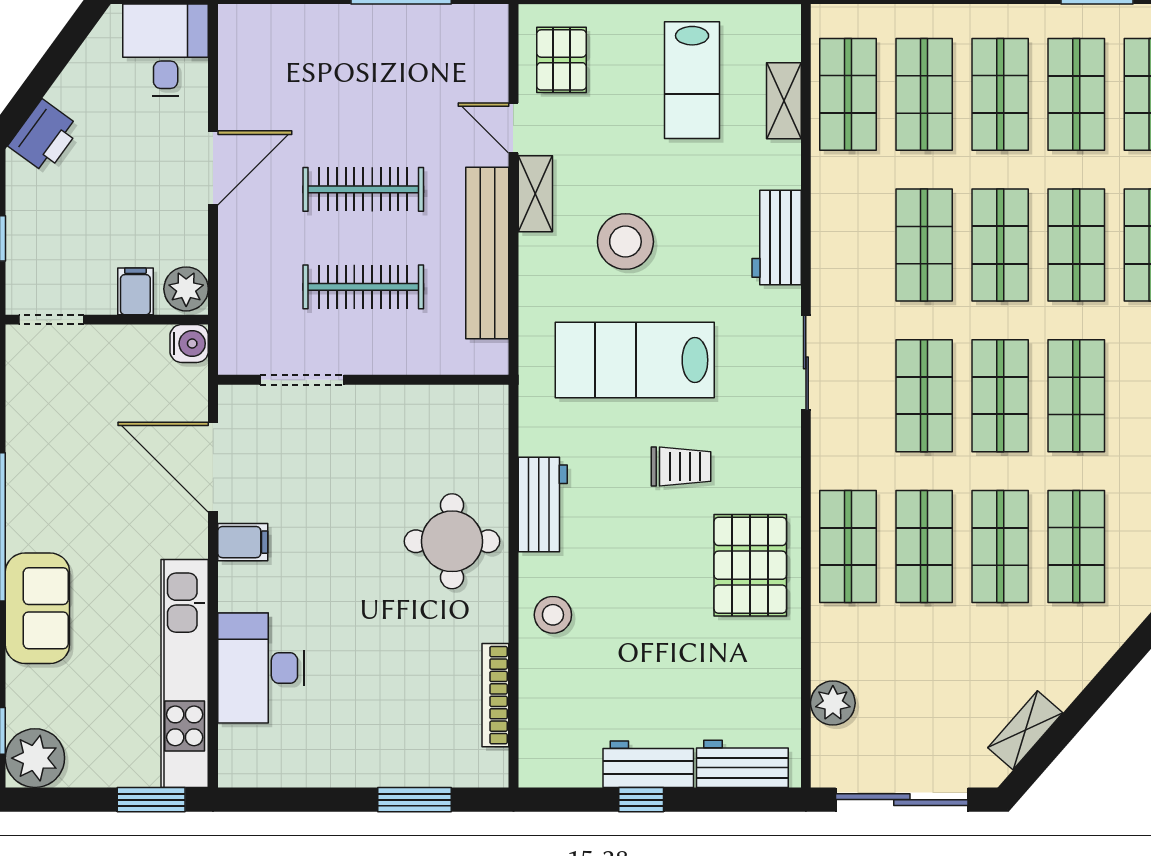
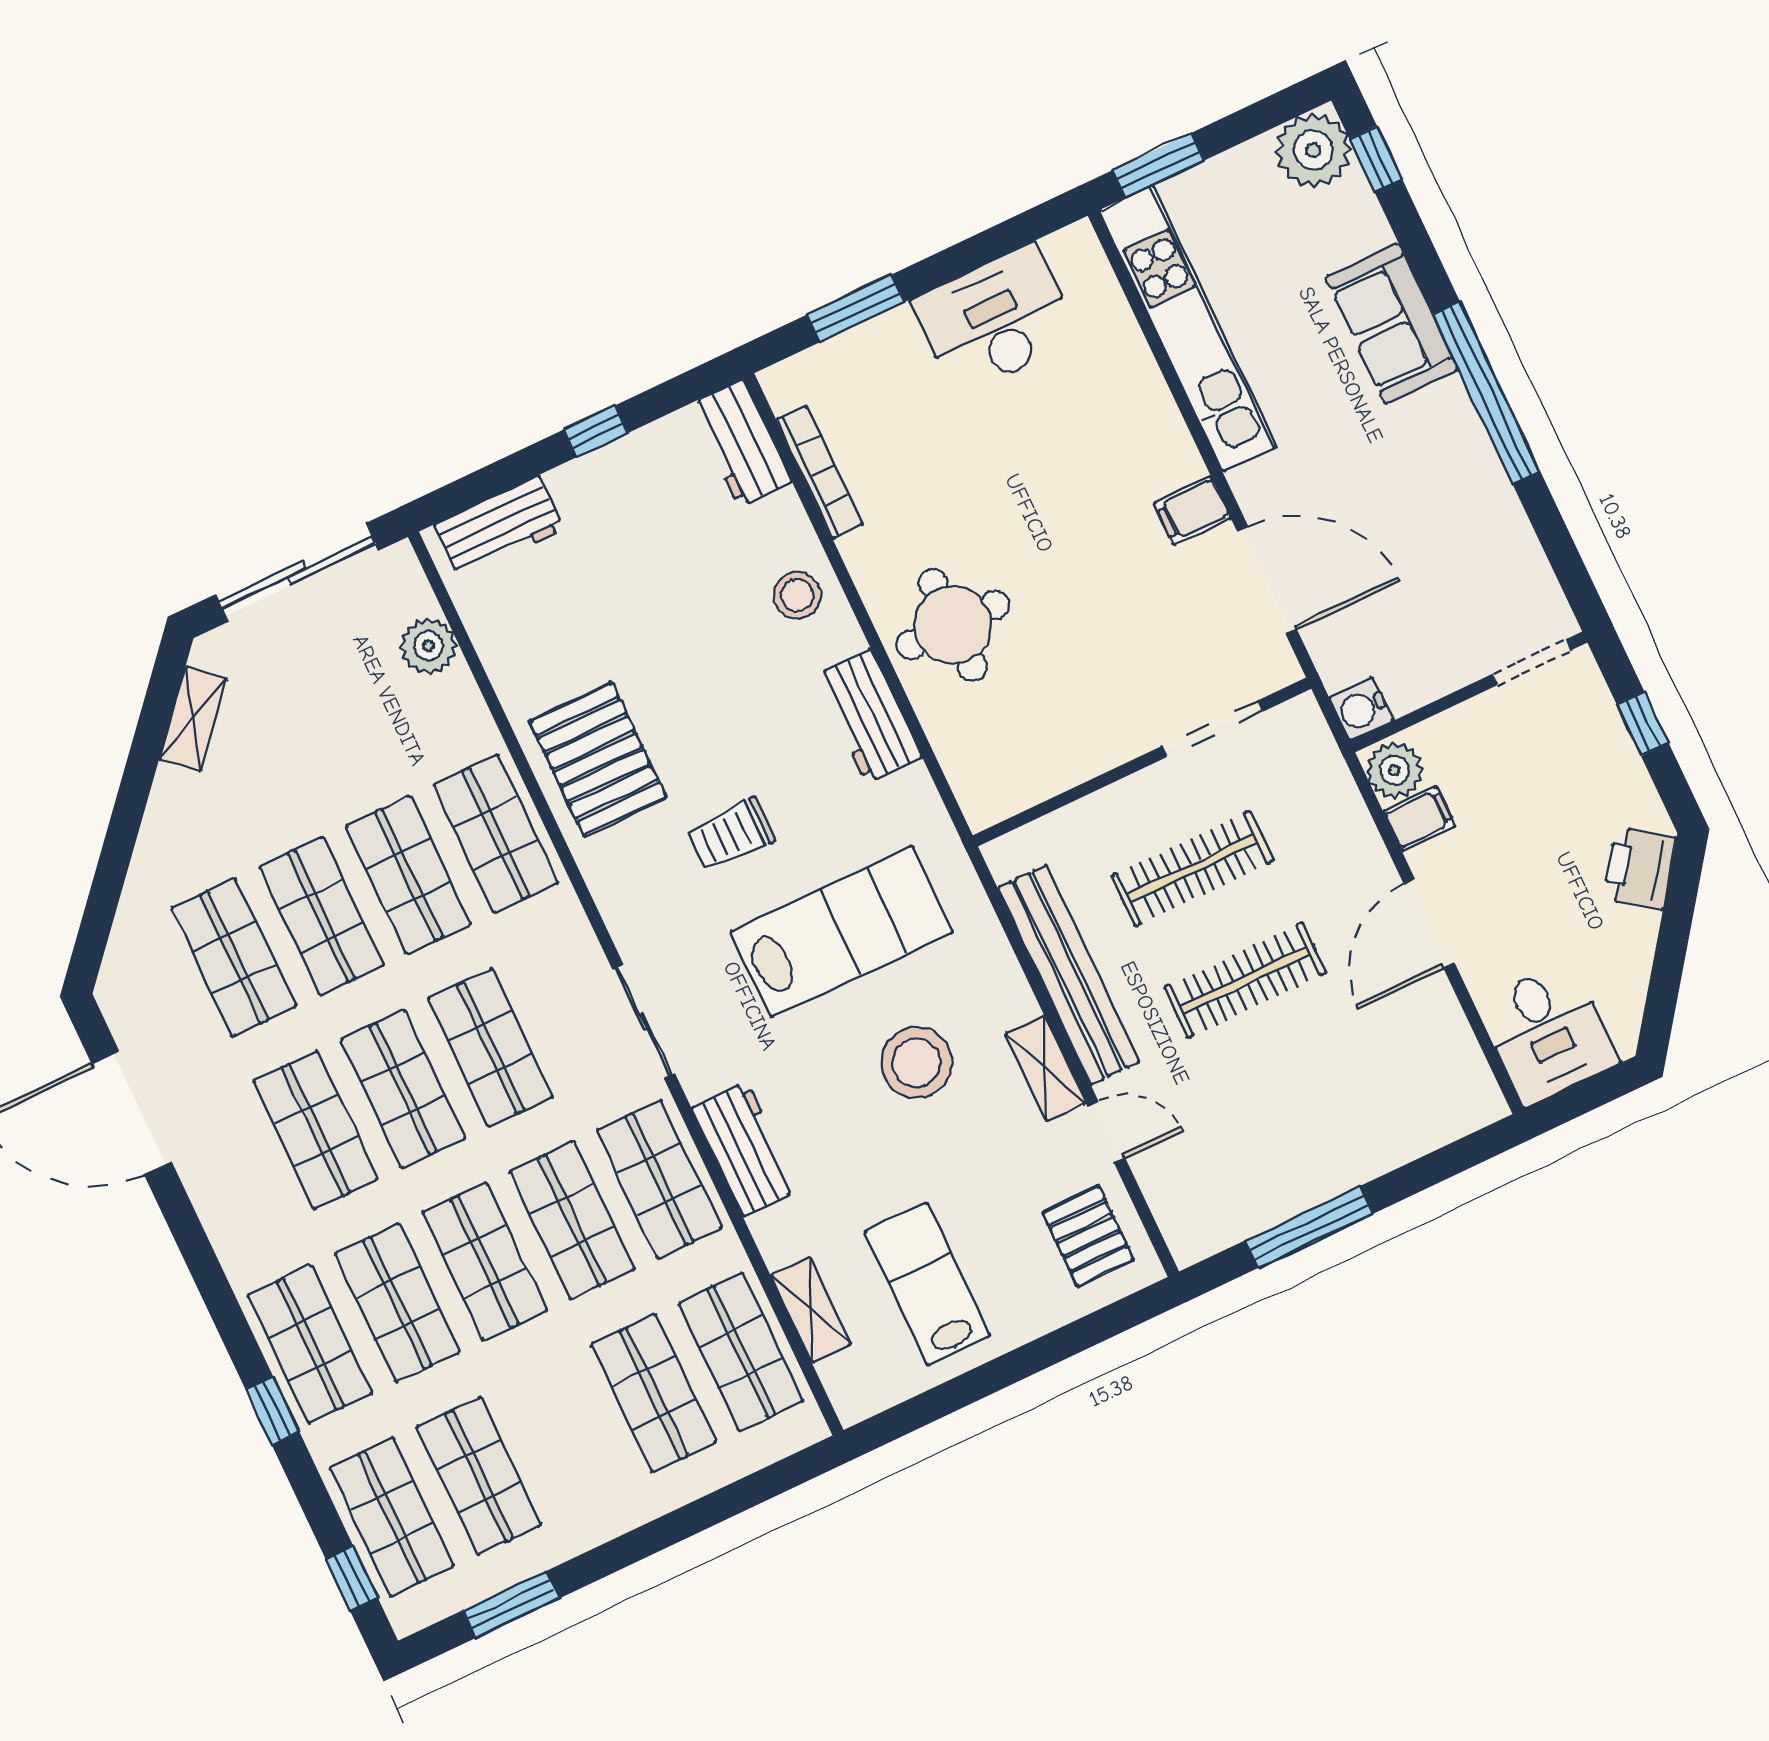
shop shelf: (1000, 94) -> (659, 1179), moved
filing cabinet: (135, 291) -> (1419, 819), moved, turned -90
desk: (261, 668) -> (996, 320), moved, turned -90
workbench: (648, 764) -> (741, 443), moved, turned 90

